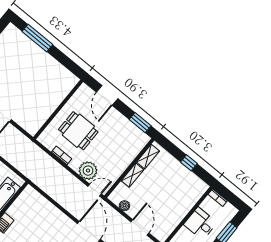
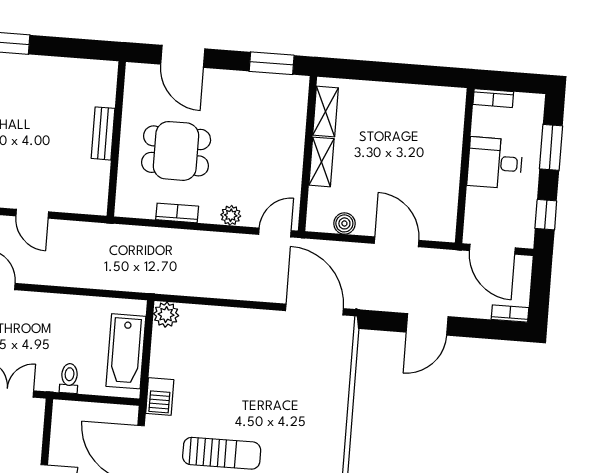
bench: (54, 104) -> (103, 133), added
window: (189, 163) -> (403, 73), removed
plant: (88, 171) -> (231, 215), width x0.53, depth x0.53
plant: (29, 192) -> (166, 315), added

